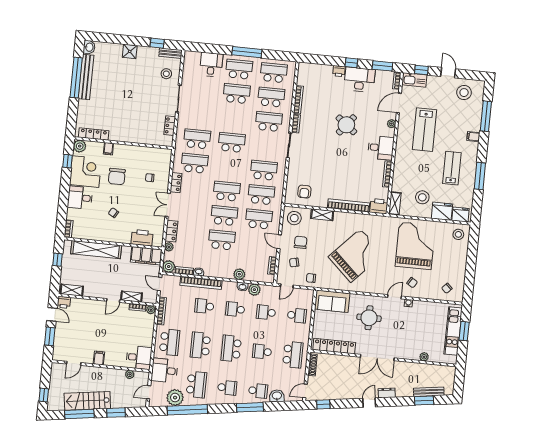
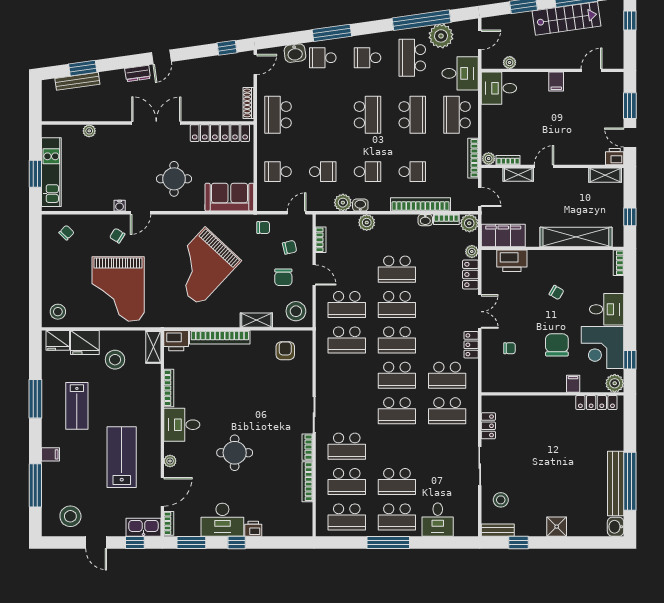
round table: (346, 125) -> (235, 453), turned -38
school desk: (264, 170) -> (397, 375), moved
school desk: (262, 352) -> (323, 115), removed

